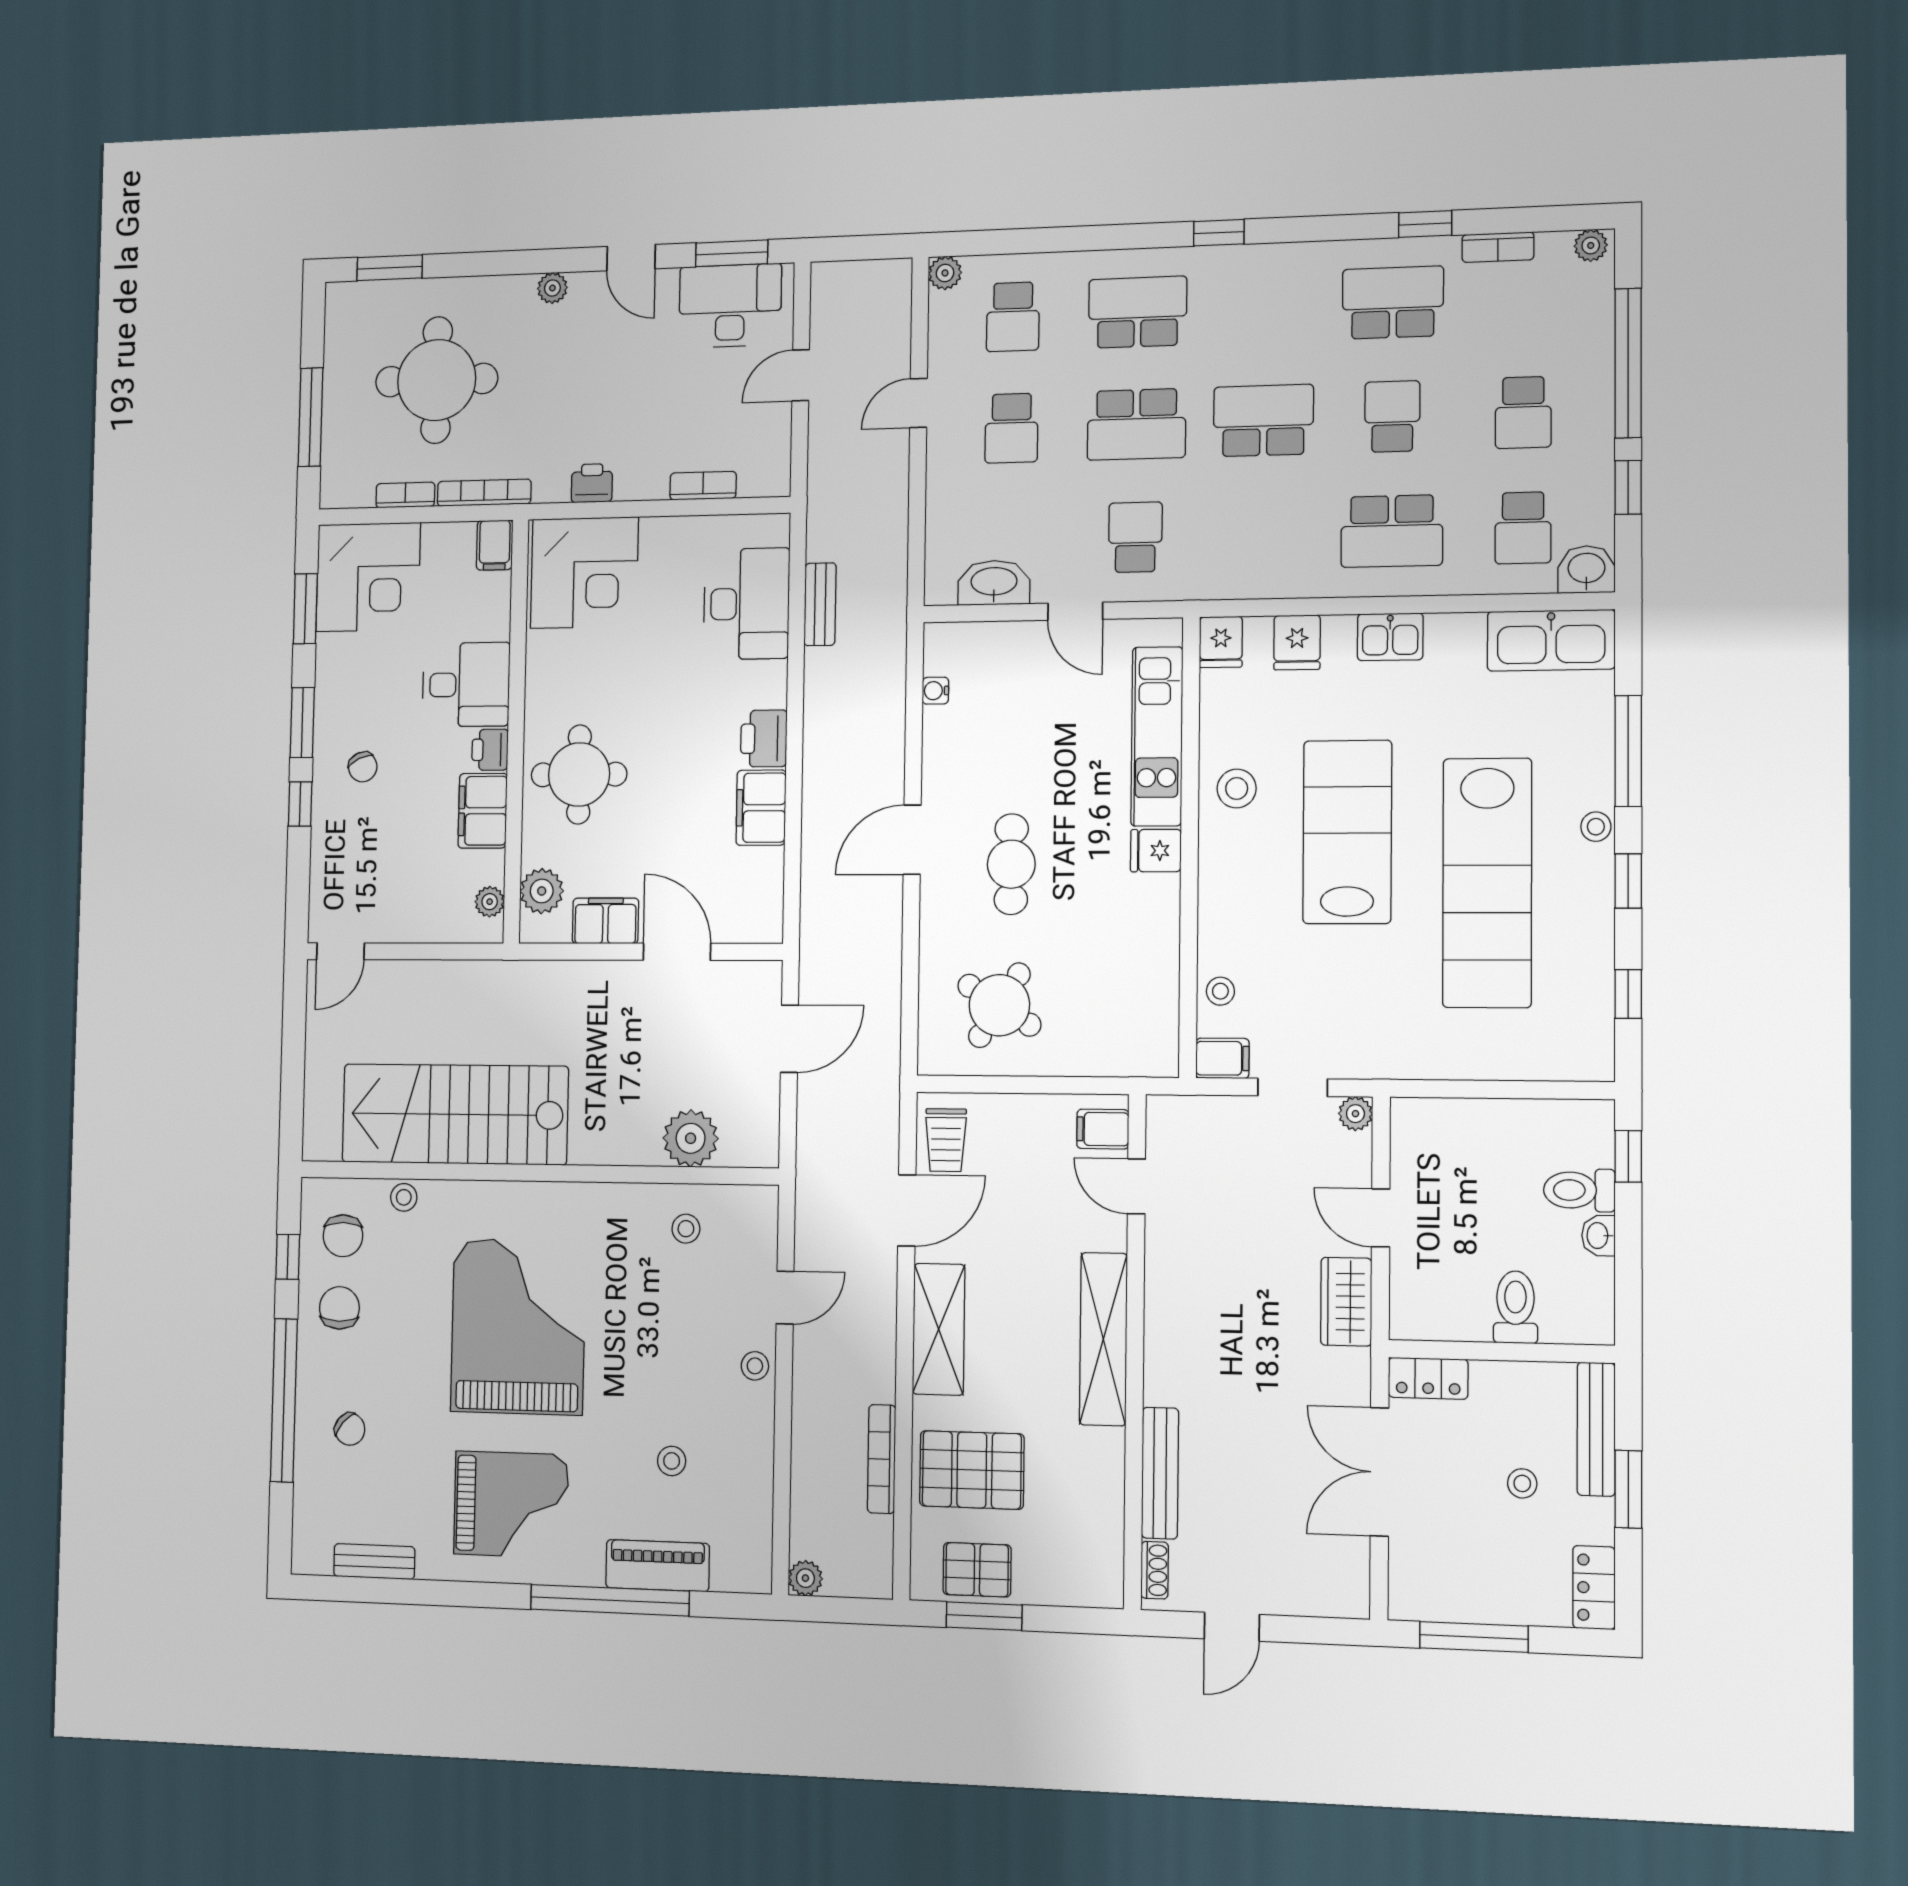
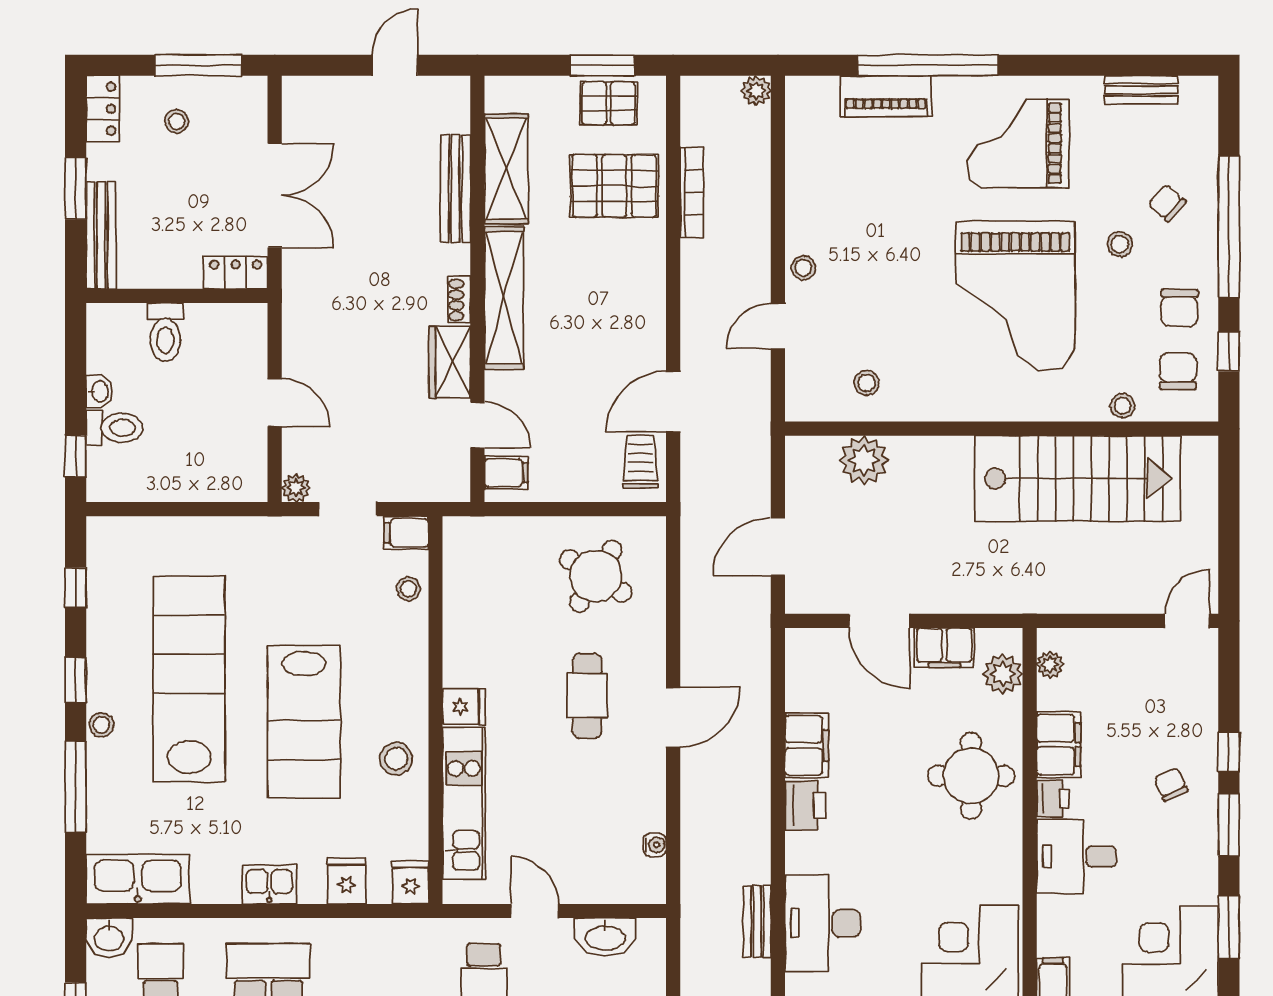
wardrobe: (1346, 1302) -> (450, 362), moved, turned 180
shelving: (939, 1329) -> (506, 169), moved
stool: (672, 1461) -> (1120, 244), moved
stool: (1522, 1483) -> (177, 121), moved
shoe rack: (1155, 1570) -> (459, 300), moved

